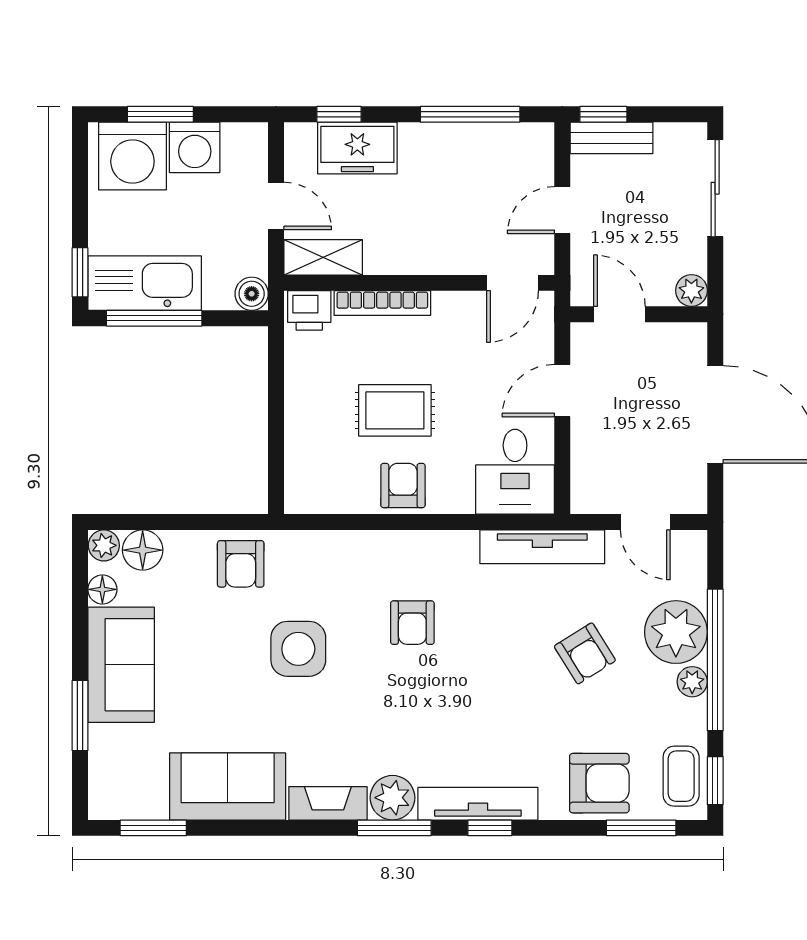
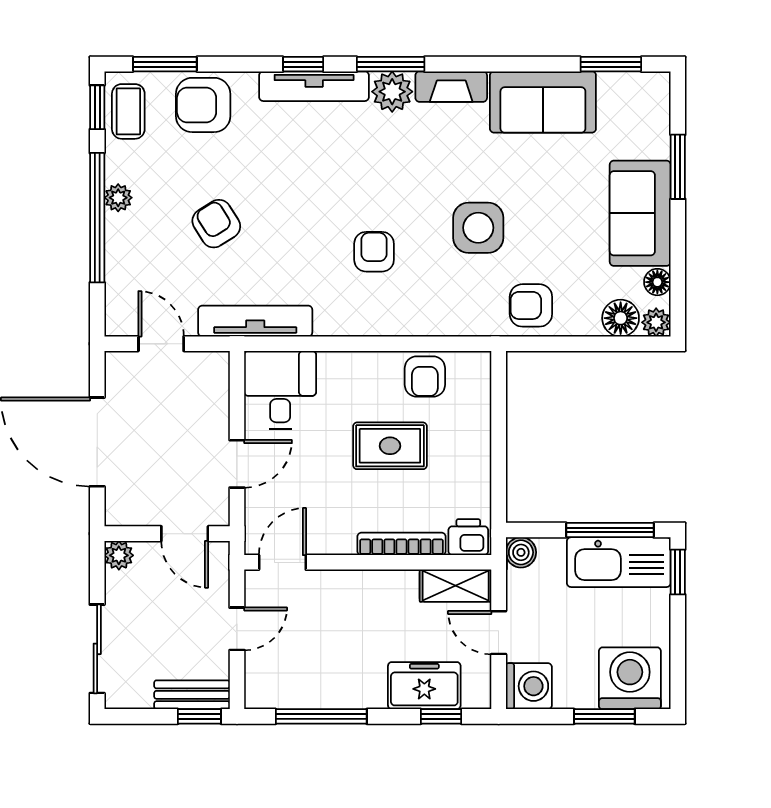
washing machine: (195, 147) -> (529, 686), moved, turned 90
armchair: (403, 485) -> (425, 377), moved
armchair: (241, 564) -> (531, 305), turned -90
plant: (676, 632) -> (133, 243), removed

